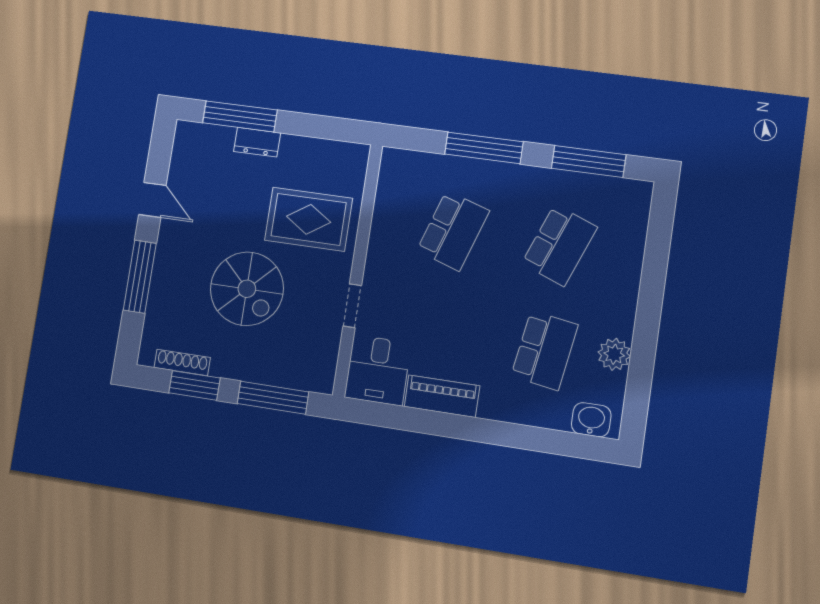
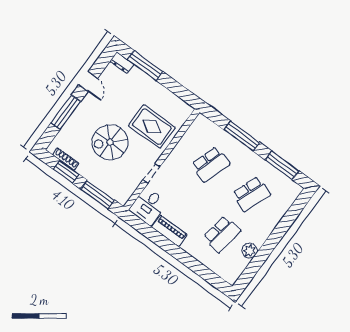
dresser: (257, 142) -> (122, 63), moved
spiral stairs: (247, 289) -> (110, 142), turned 90
washbasin: (591, 420) -> (226, 272), removed

